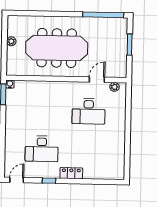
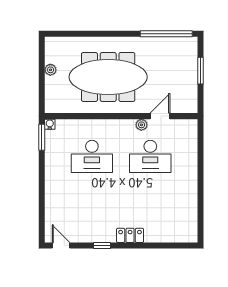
plant: (114, 87) -> (141, 125), moved
desk: (42, 149) -> (92, 156), moved
door: (17, 180) -> (61, 245), hinge flipped

